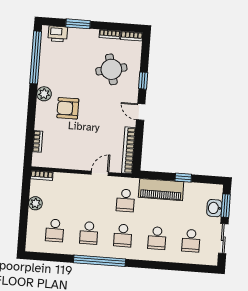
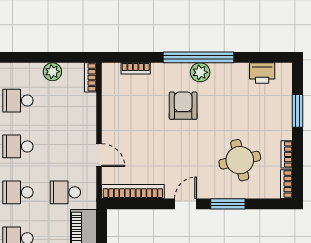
printer: (58, 34) -> (262, 73), moved, turned -90
window: (36, 57) -> (199, 57), moved
window: (143, 81) -> (228, 204), width x1.50

